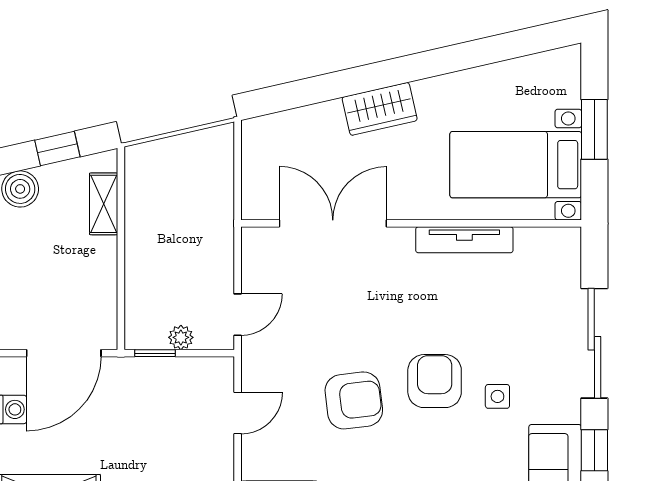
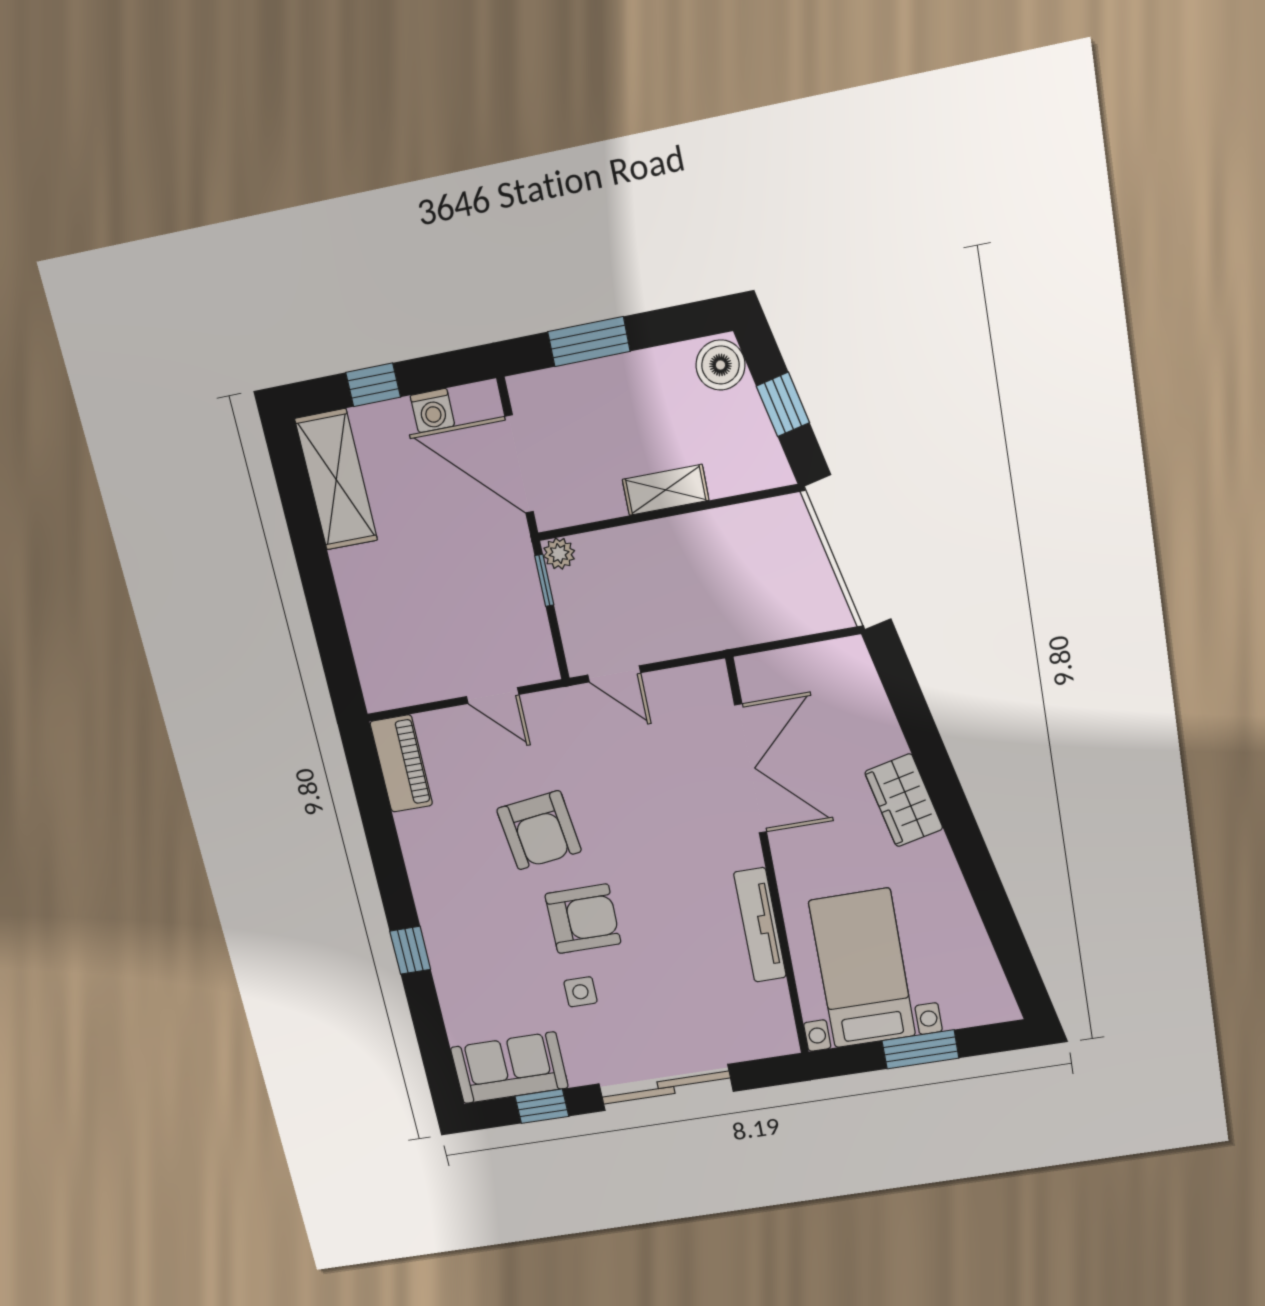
shelving: (104, 204) -> (666, 490), moved
plant: (181, 337) -> (559, 554), moved

